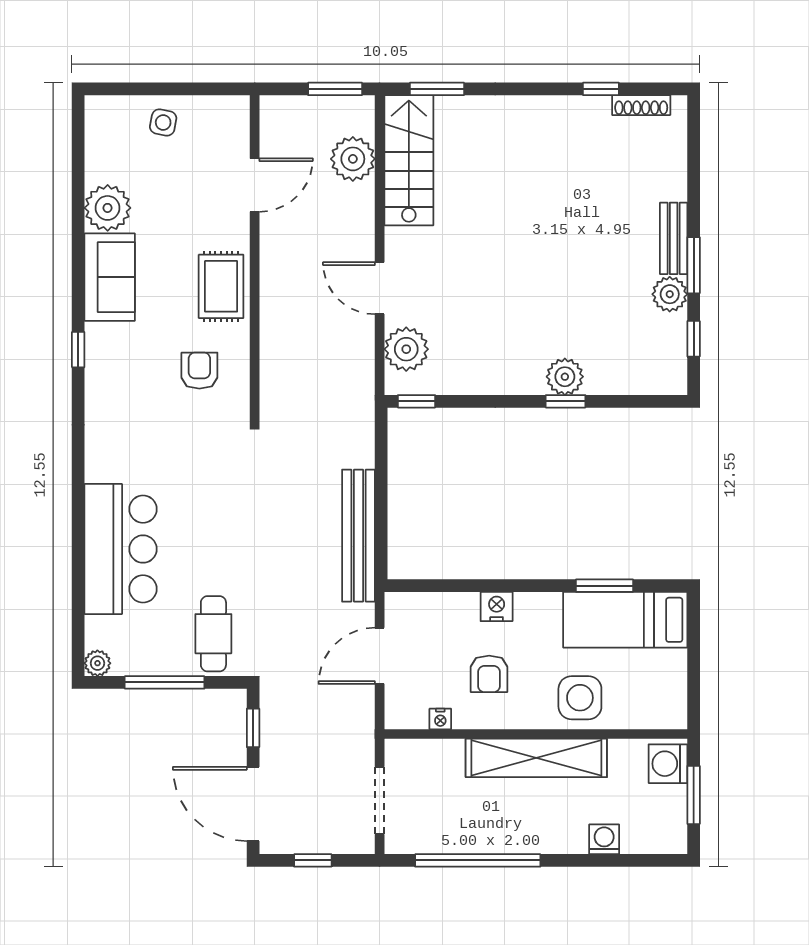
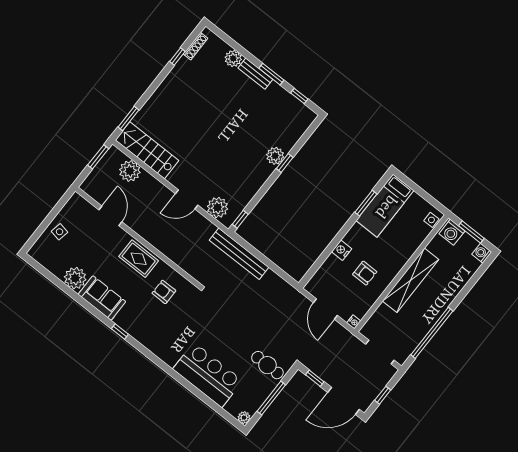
plant: (670, 294) -> (233, 58), moved
bench: (359, 536) -> (239, 254), moved
side table: (580, 698) -> (431, 220), moved, width x0.54, depth x0.54
nightstand: (440, 719) -> (354, 322), moved
washing machine: (604, 839) -> (482, 253), moved

